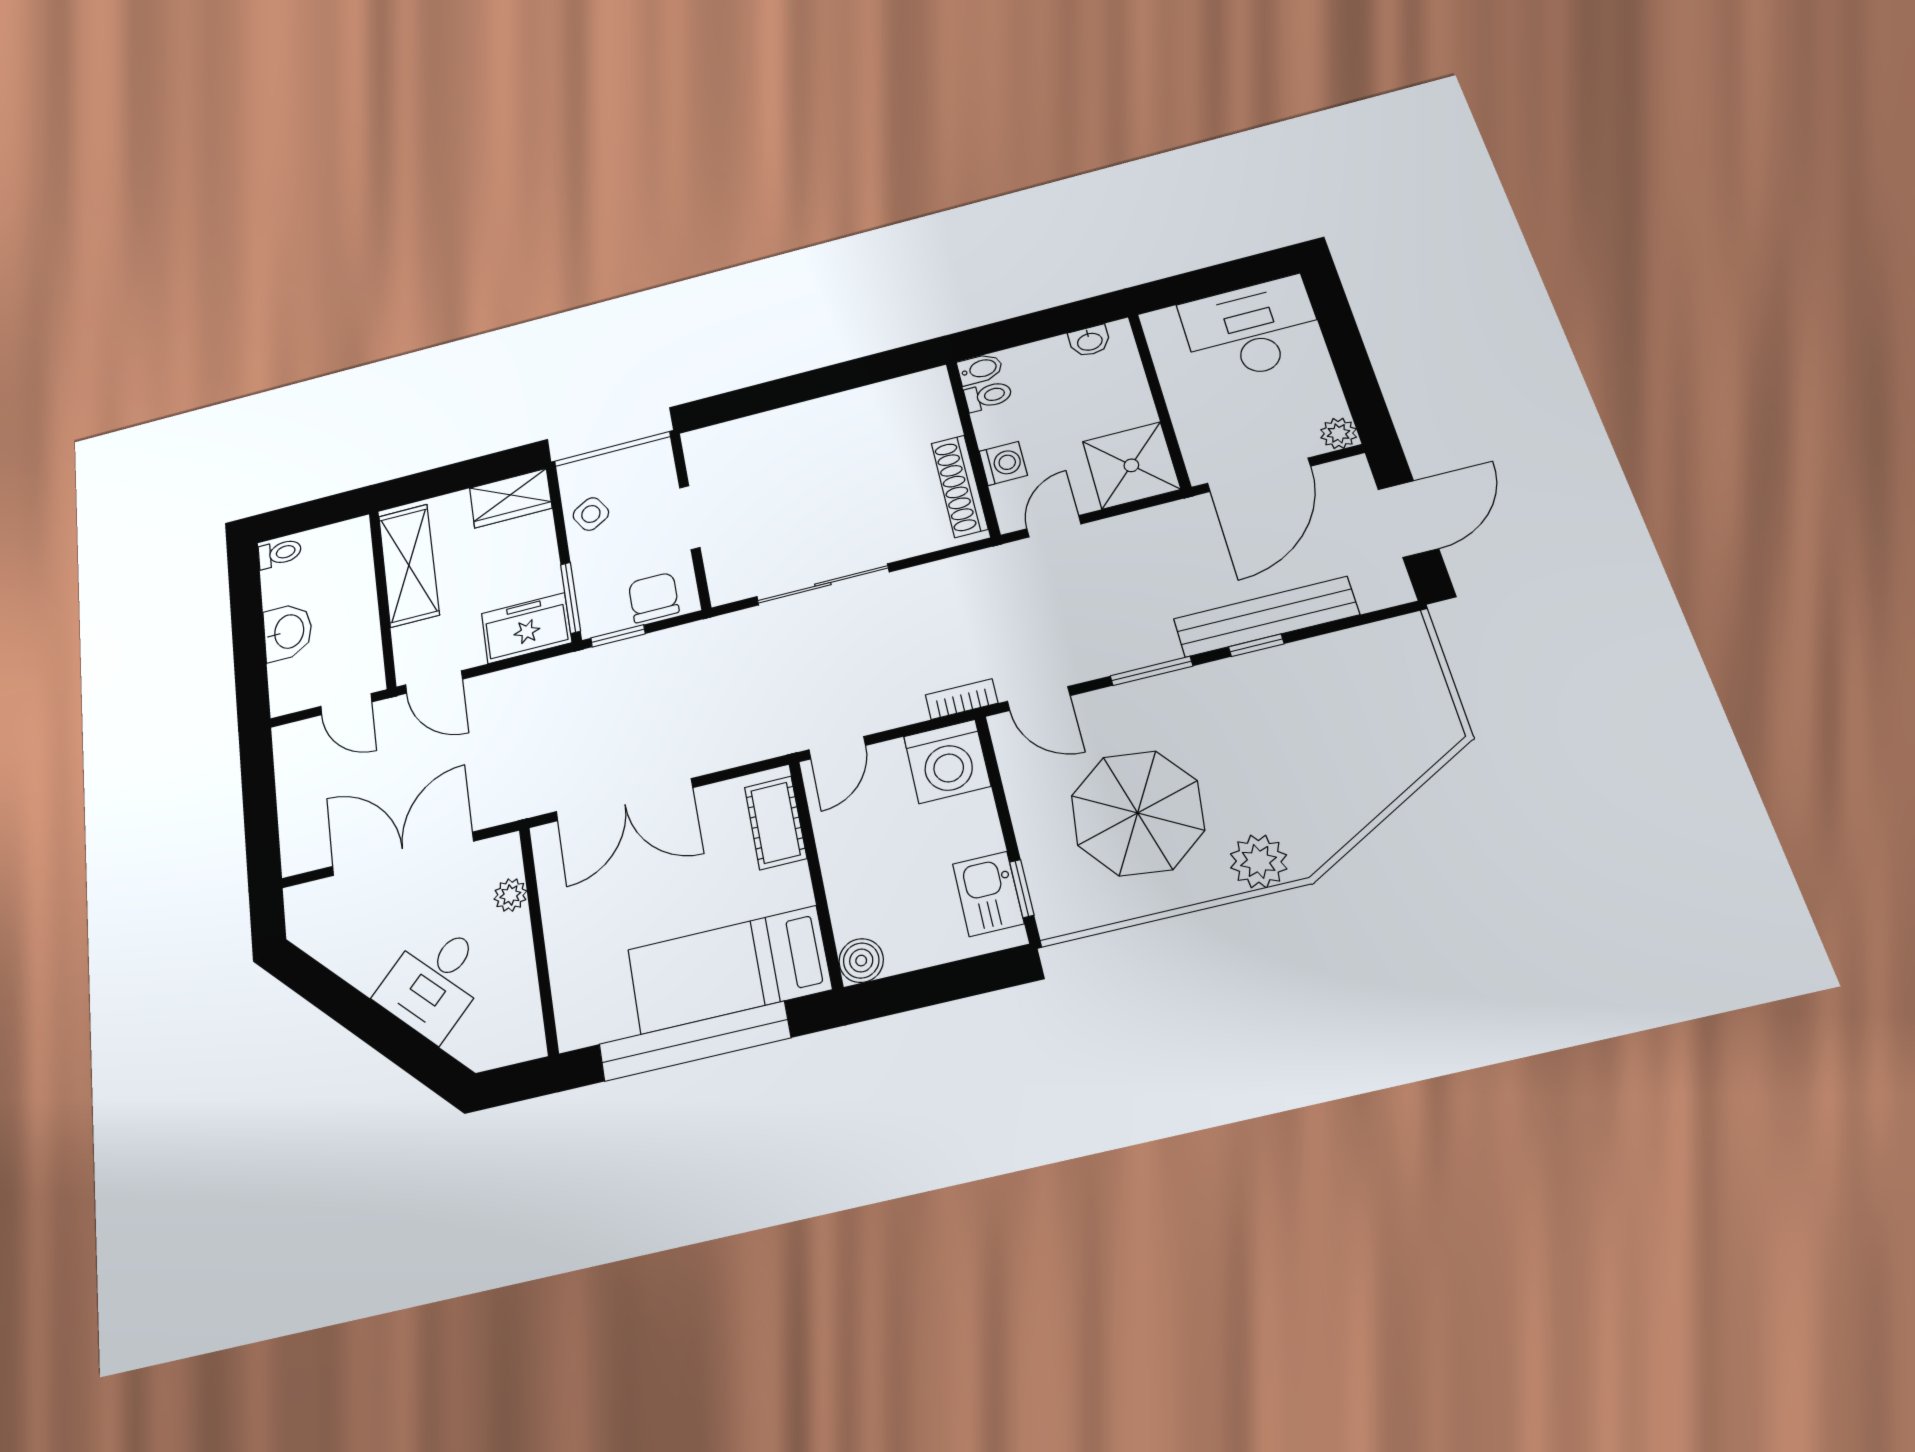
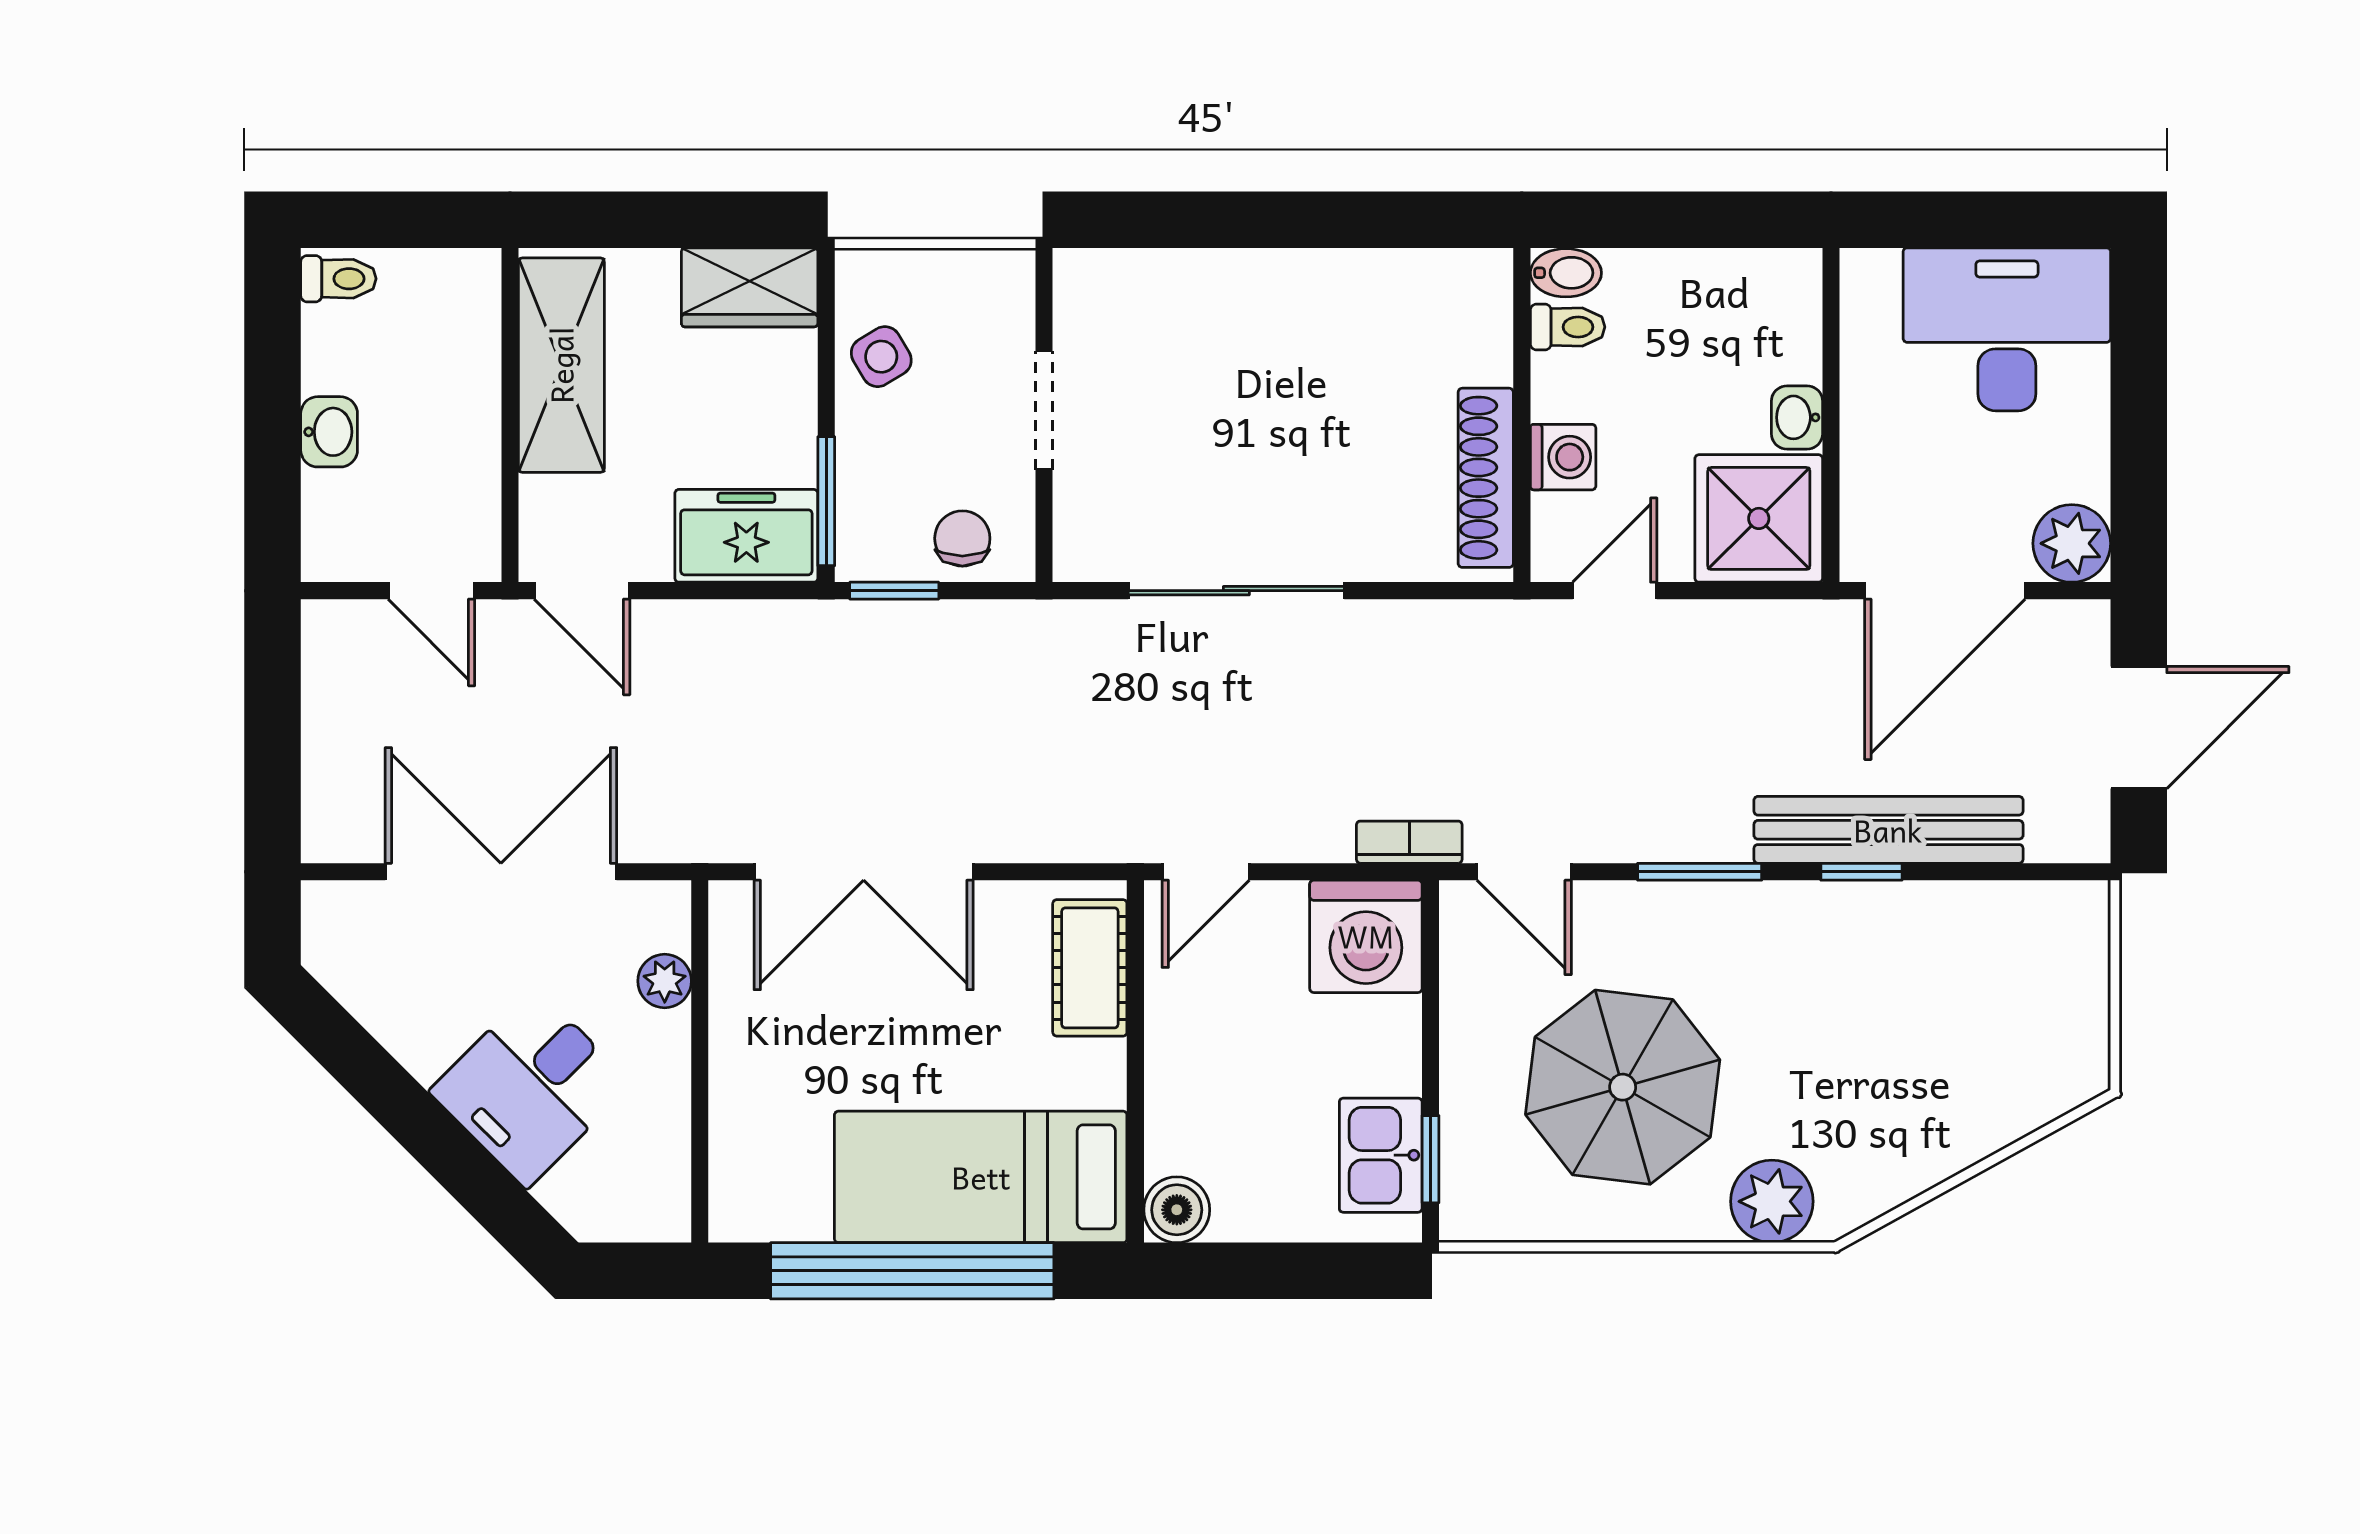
washbasin: (1090, 341) -> (1797, 417), moved, turned 90
plant: (1339, 433) -> (2072, 543), width x1.38, depth x1.38
chair: (654, 597) -> (962, 538), width x0.73, depth x0.73
washbasin: (288, 632) -> (329, 432), width x0.72, depth x0.69

